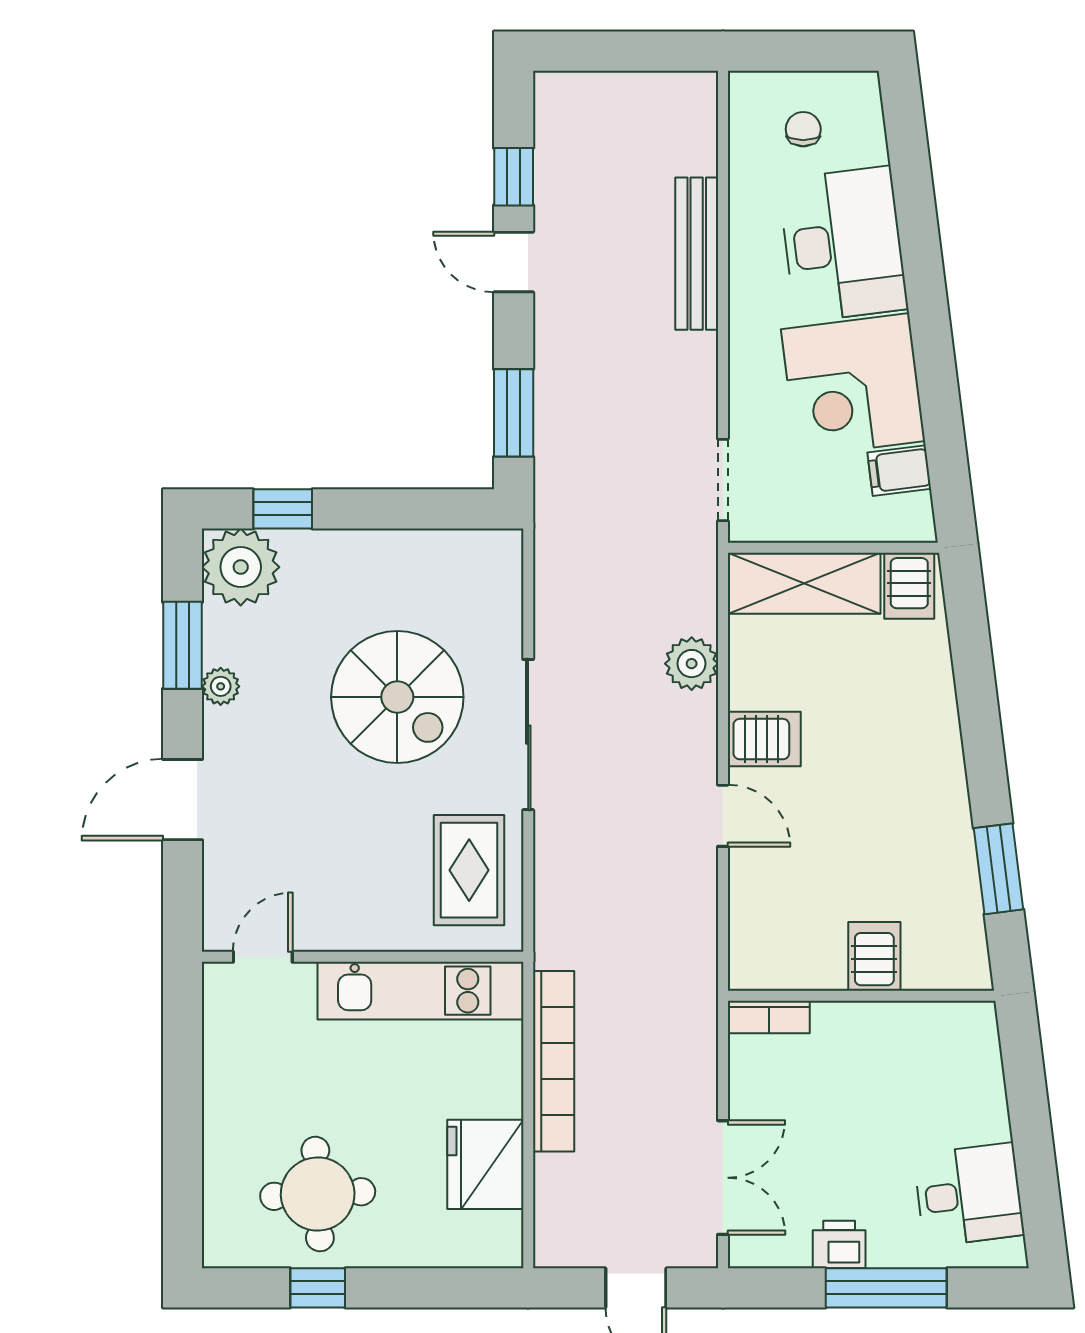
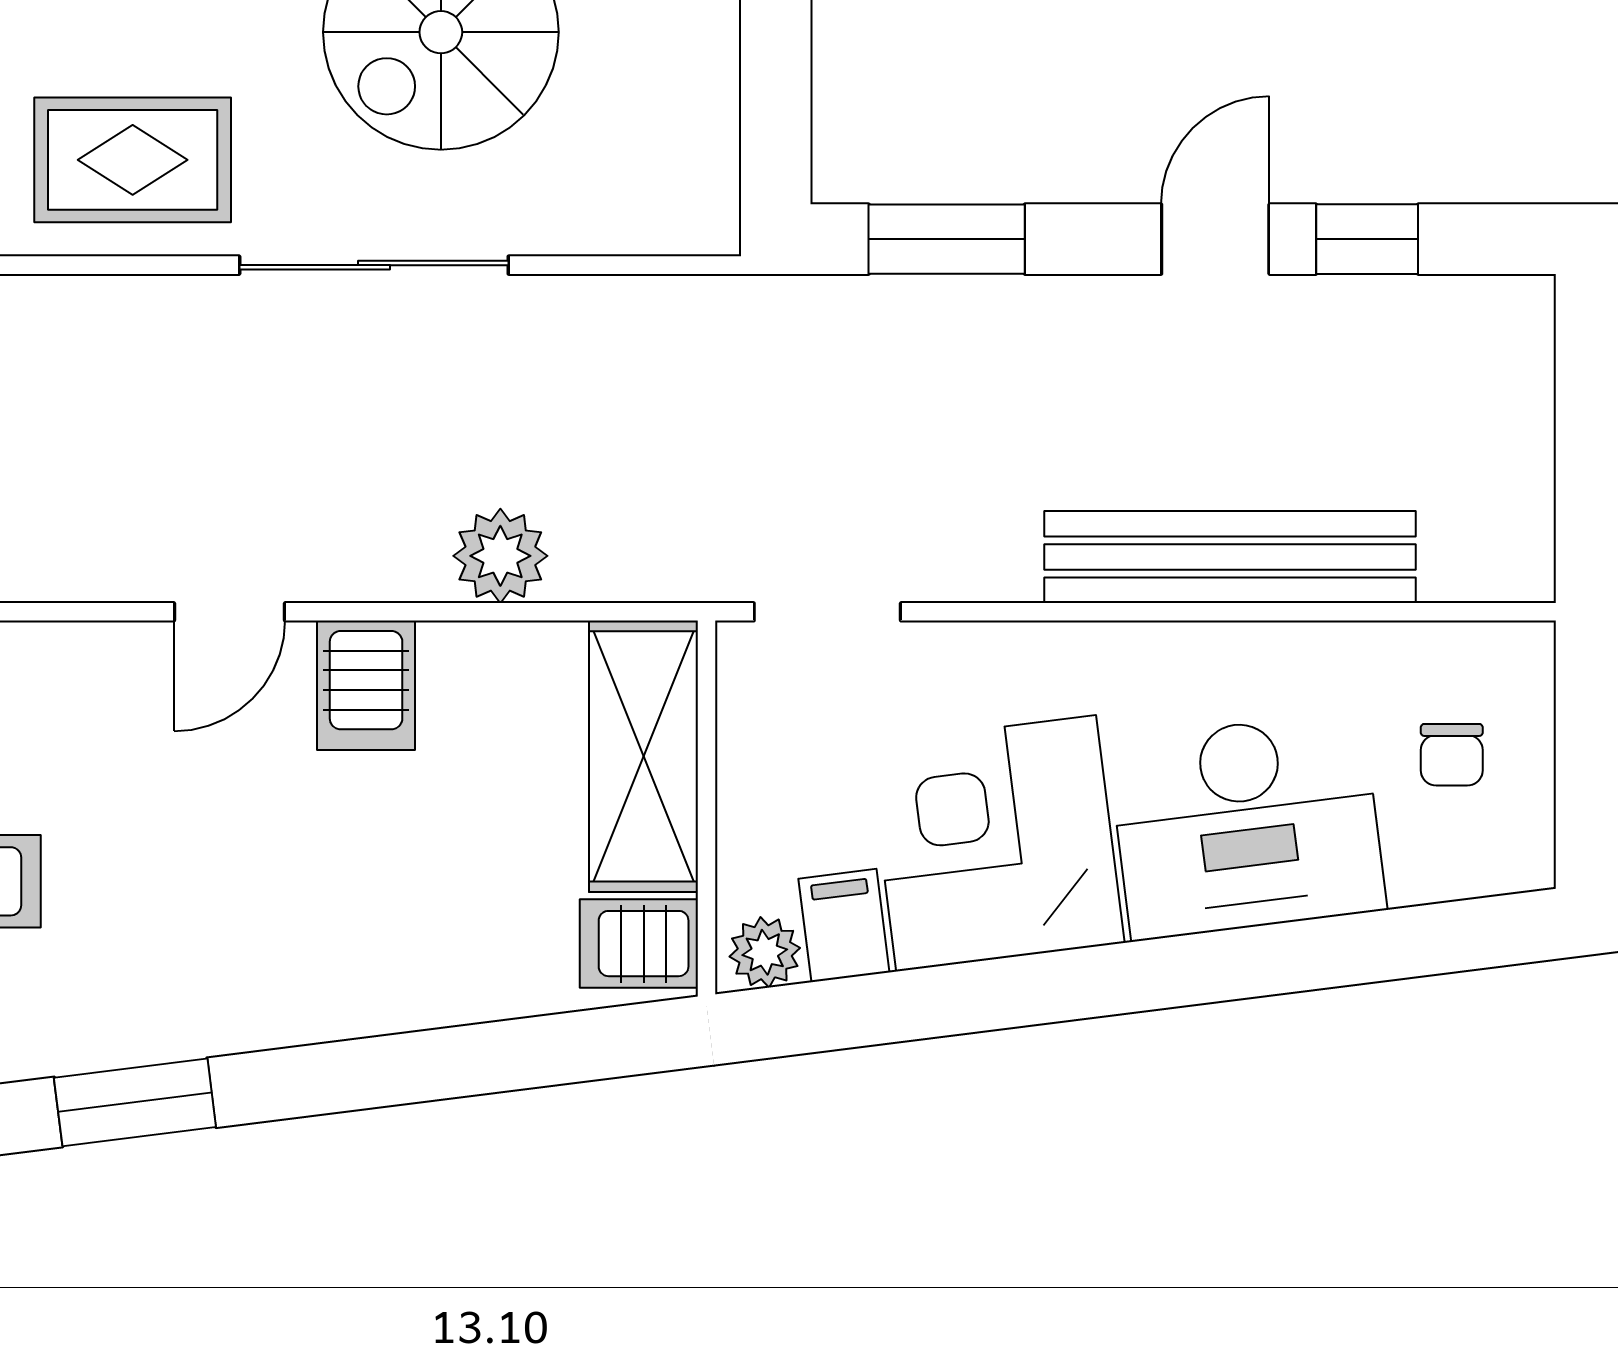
chair: (803, 129) -> (1452, 755), turned 90
bench: (697, 254) -> (1230, 557), width x1.37, depth x1.21
plant: (914, 515) -> (765, 952), added

